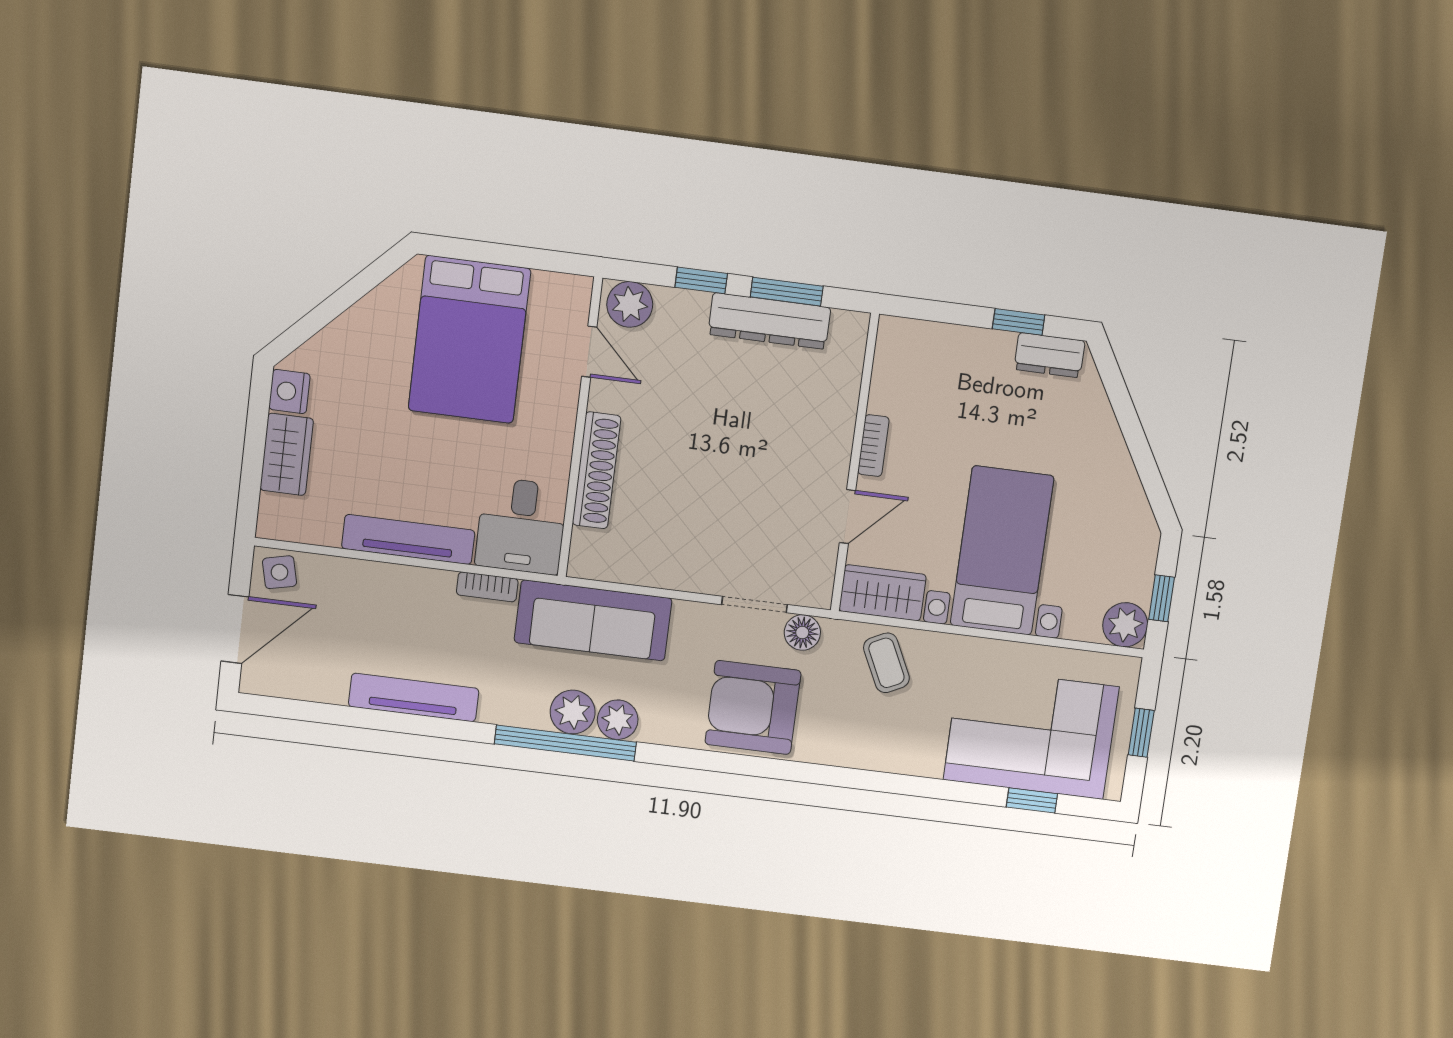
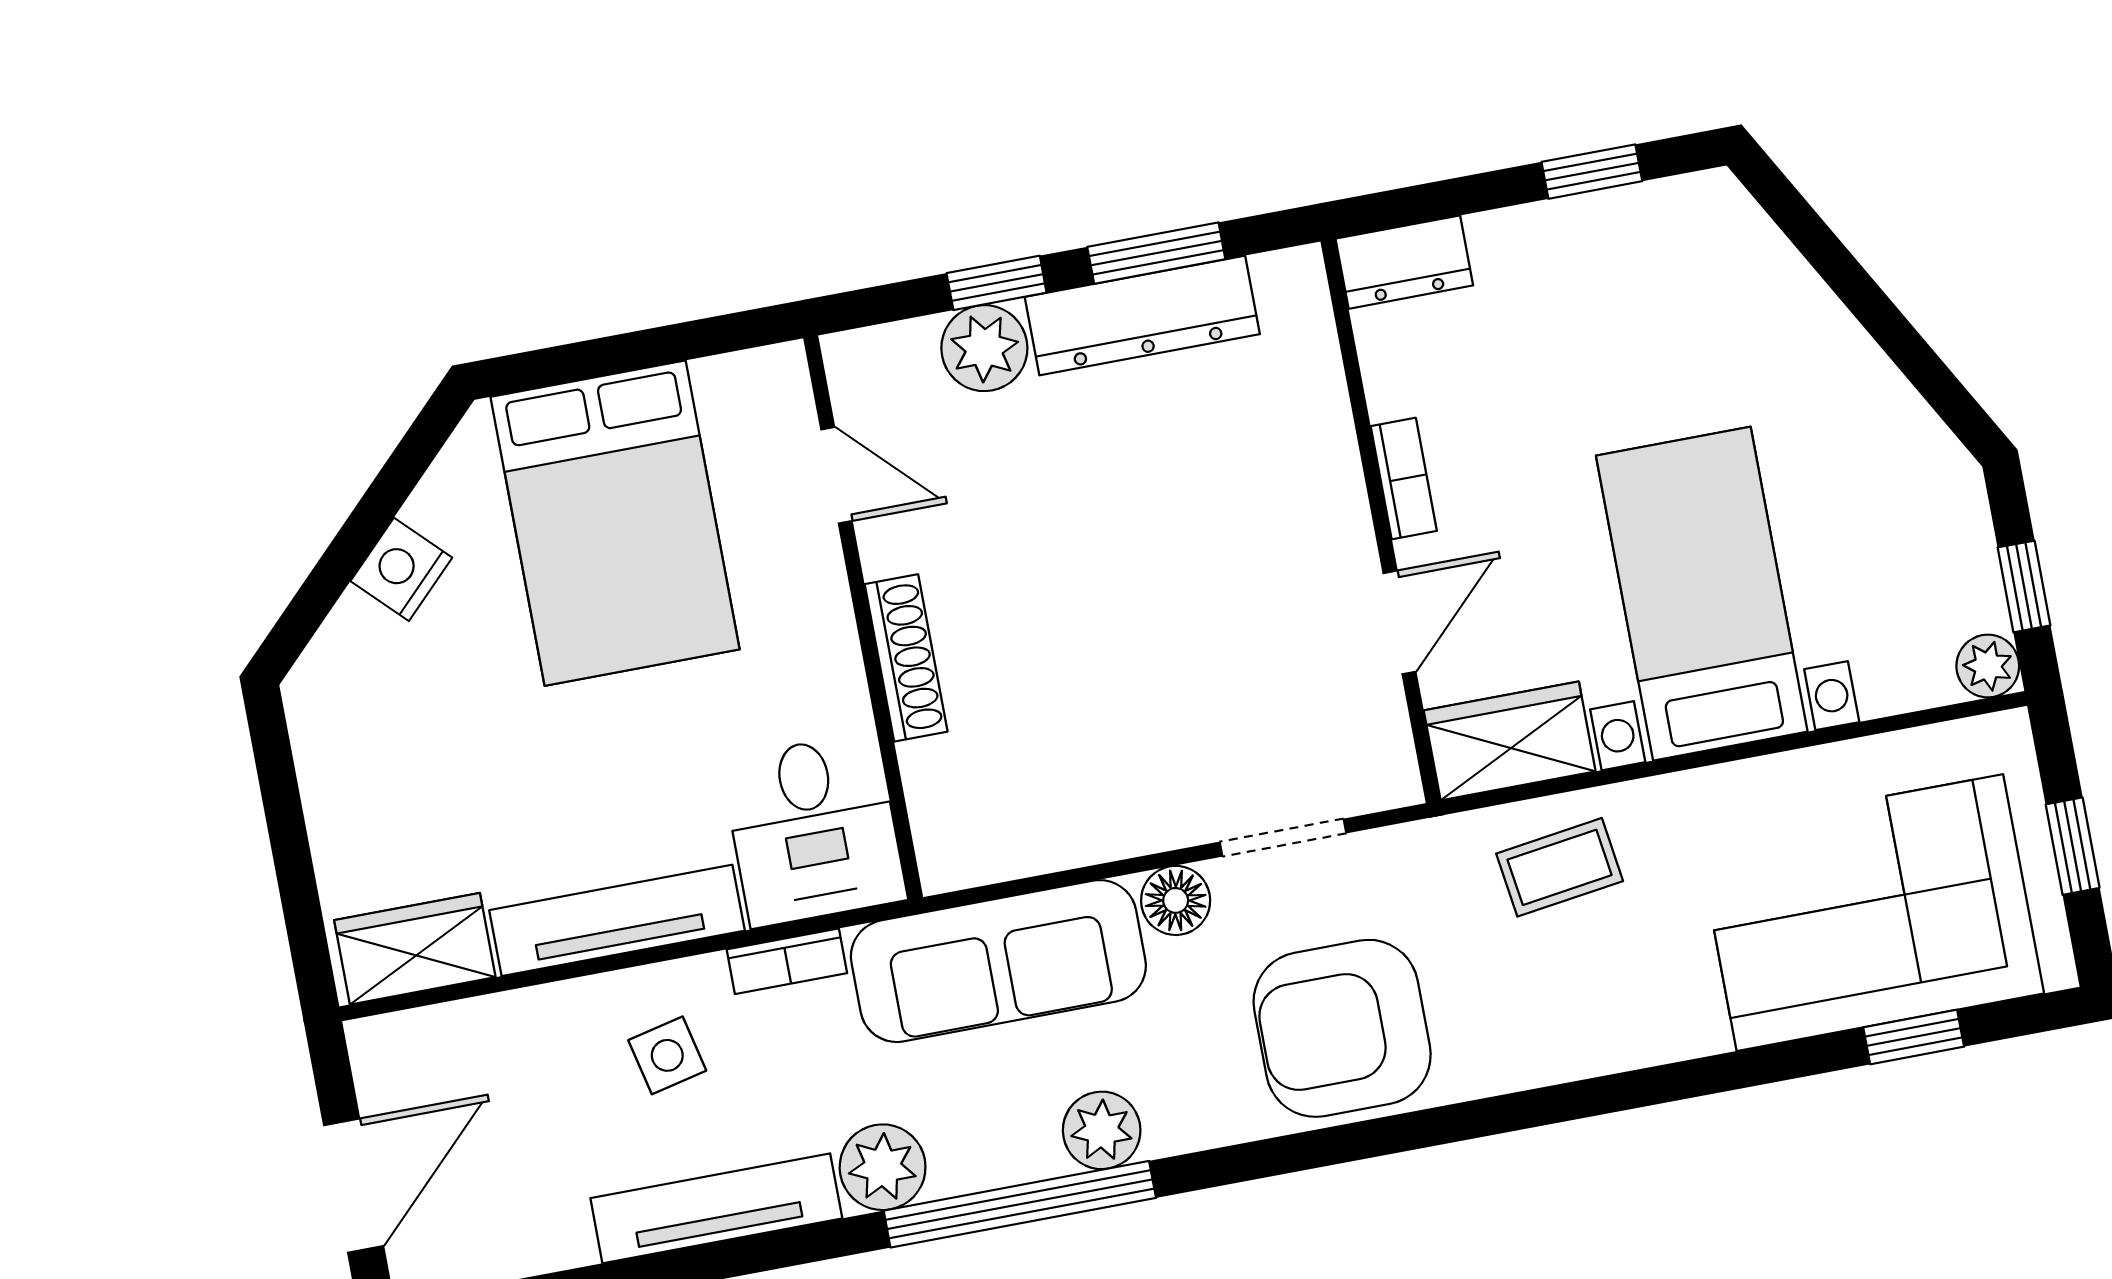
plant: (630, 304) -> (984, 348), moved
dresser: (1049, 355) -> (1404, 262), moved
nightstand: (289, 391) -> (401, 569), moved, turned 45
wardrobe: (287, 454) -> (415, 949), moved, turned -90
shoe rack: (597, 470) -> (906, 658), width x0.74, depth x0.81
side table: (279, 572) -> (667, 1055), moved
plant: (1125, 625) -> (1988, 666), width x0.73, depth x0.73
floor lamp: (802, 632) -> (1176, 900), moved
coffee table: (886, 663) -> (1560, 867), turned -72
plant: (573, 712) -> (883, 1167), moved

